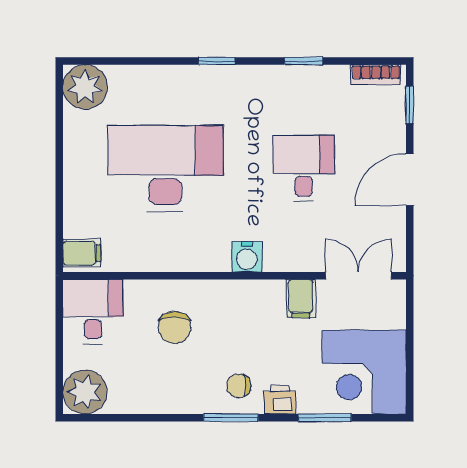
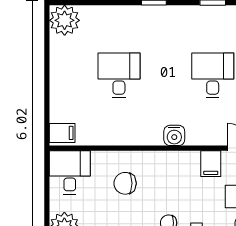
desk: (165, 168) -> (119, 75), width x0.53, depth x0.77
chair: (174, 327) -> (125, 183), turned 90

